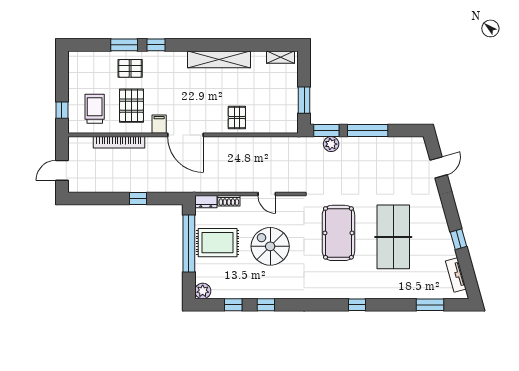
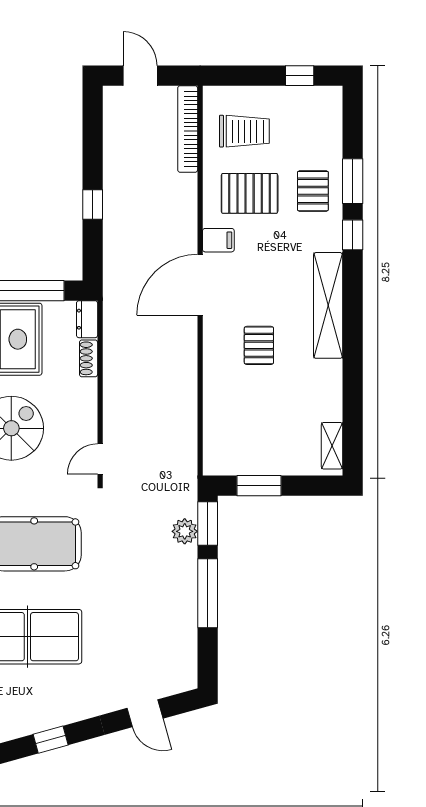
shelving: (219, 59) -> (328, 305), moved
window: (62, 110) -> (300, 76), moved
pallet: (237, 118) -> (259, 345), moved, turned 90
bookcase: (119, 142) -> (188, 129), moved
door: (267, 194) -> (100, 459), moved
window: (459, 239) -> (51, 740), moved

